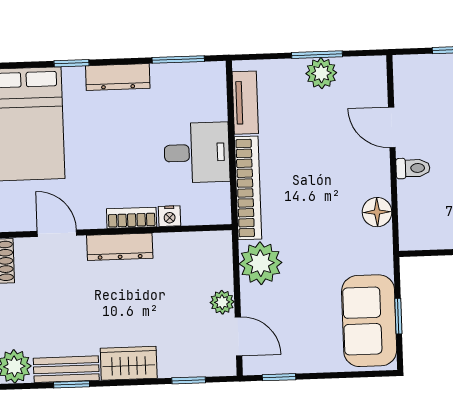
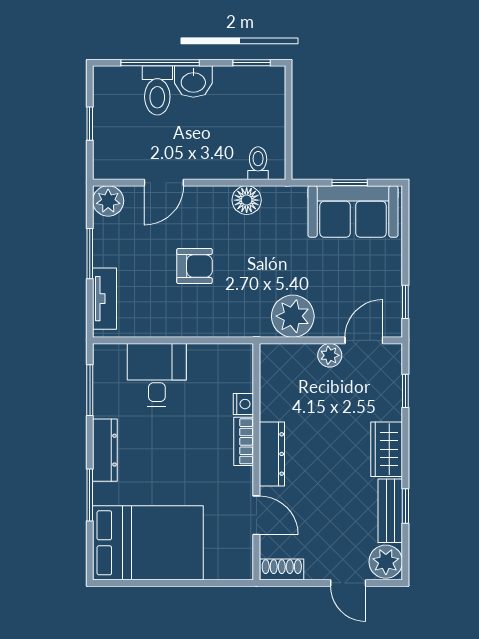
window: (72, 63) -> (90, 495), width x1.50
plant: (321, 73) -> (108, 201), moved
tv unit: (245, 103) -> (105, 299), moved, turned 90
desk: (197, 153) -> (157, 375), moved
armchair: (308, 161) -> (194, 266), added
toilet: (413, 168) -> (258, 163), moved
bookcase: (248, 188) -> (218, 326), removed
door: (57, 233) -> (256, 515), swing flipped

